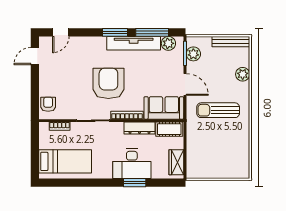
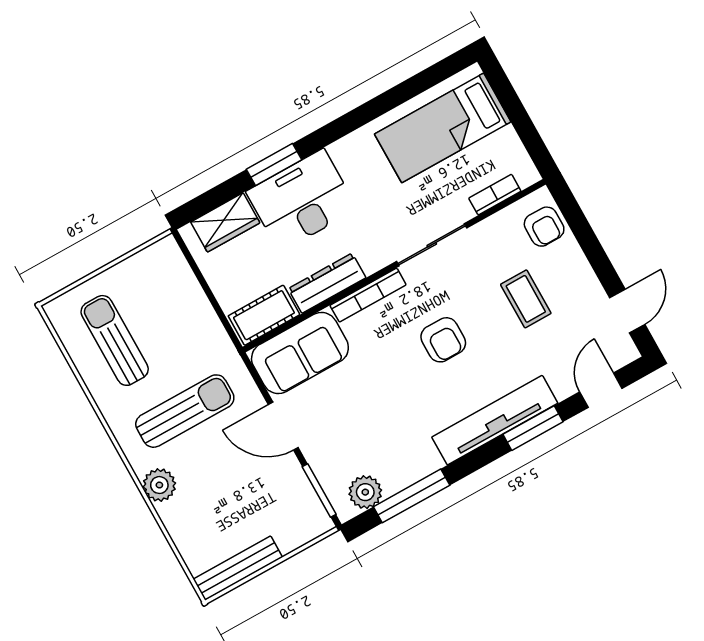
window: (115, 32) -> (533, 428), moved
tv unit: (134, 43) -> (495, 420), moved
plant: (193, 54) -> (301, 499), removed
plant: (243, 74) -> (159, 485), moved
coffee table: (70, 81) -> (526, 299), added
armchair: (108, 83) -> (443, 340), width x0.53, depth x0.53
sun lounger: (229, 151) -> (115, 340), added
wardrobe: (176, 162) -> (225, 222), moved, turned 90

